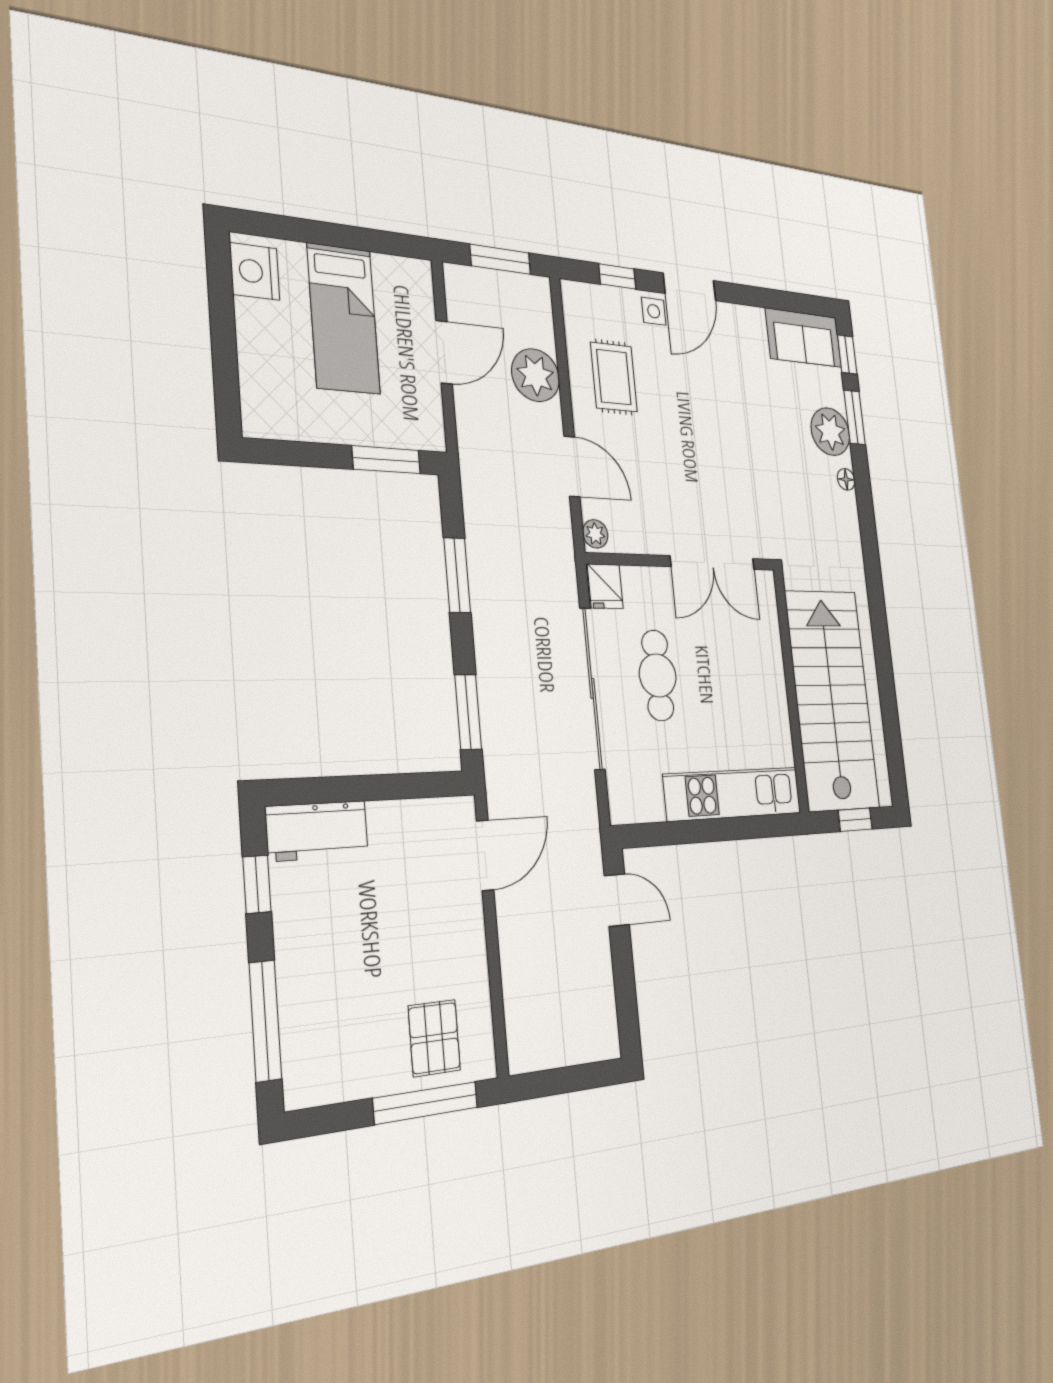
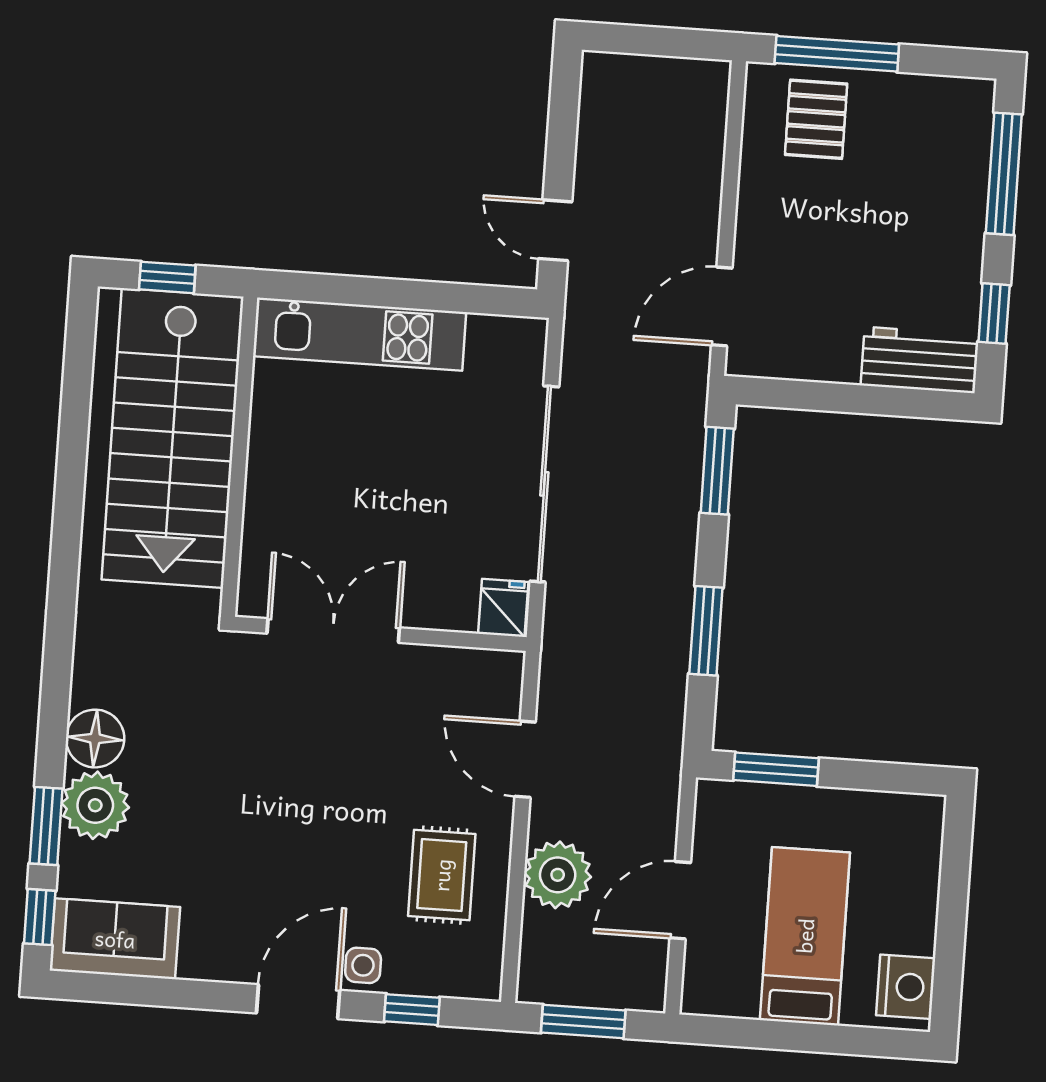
floor lamp: (846, 479) -> (95, 739), width x1.89, depth x1.89
plant: (595, 534) -> (506, 674), removed
cafe table: (658, 675) -> (446, 492), removed

